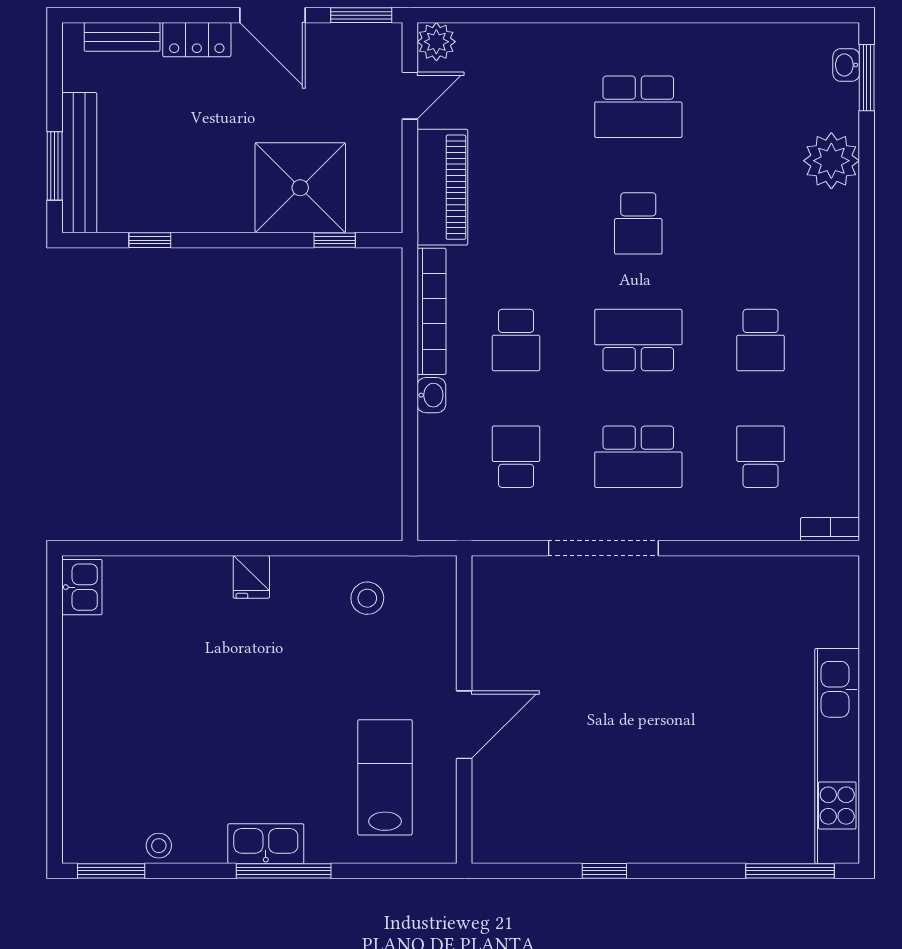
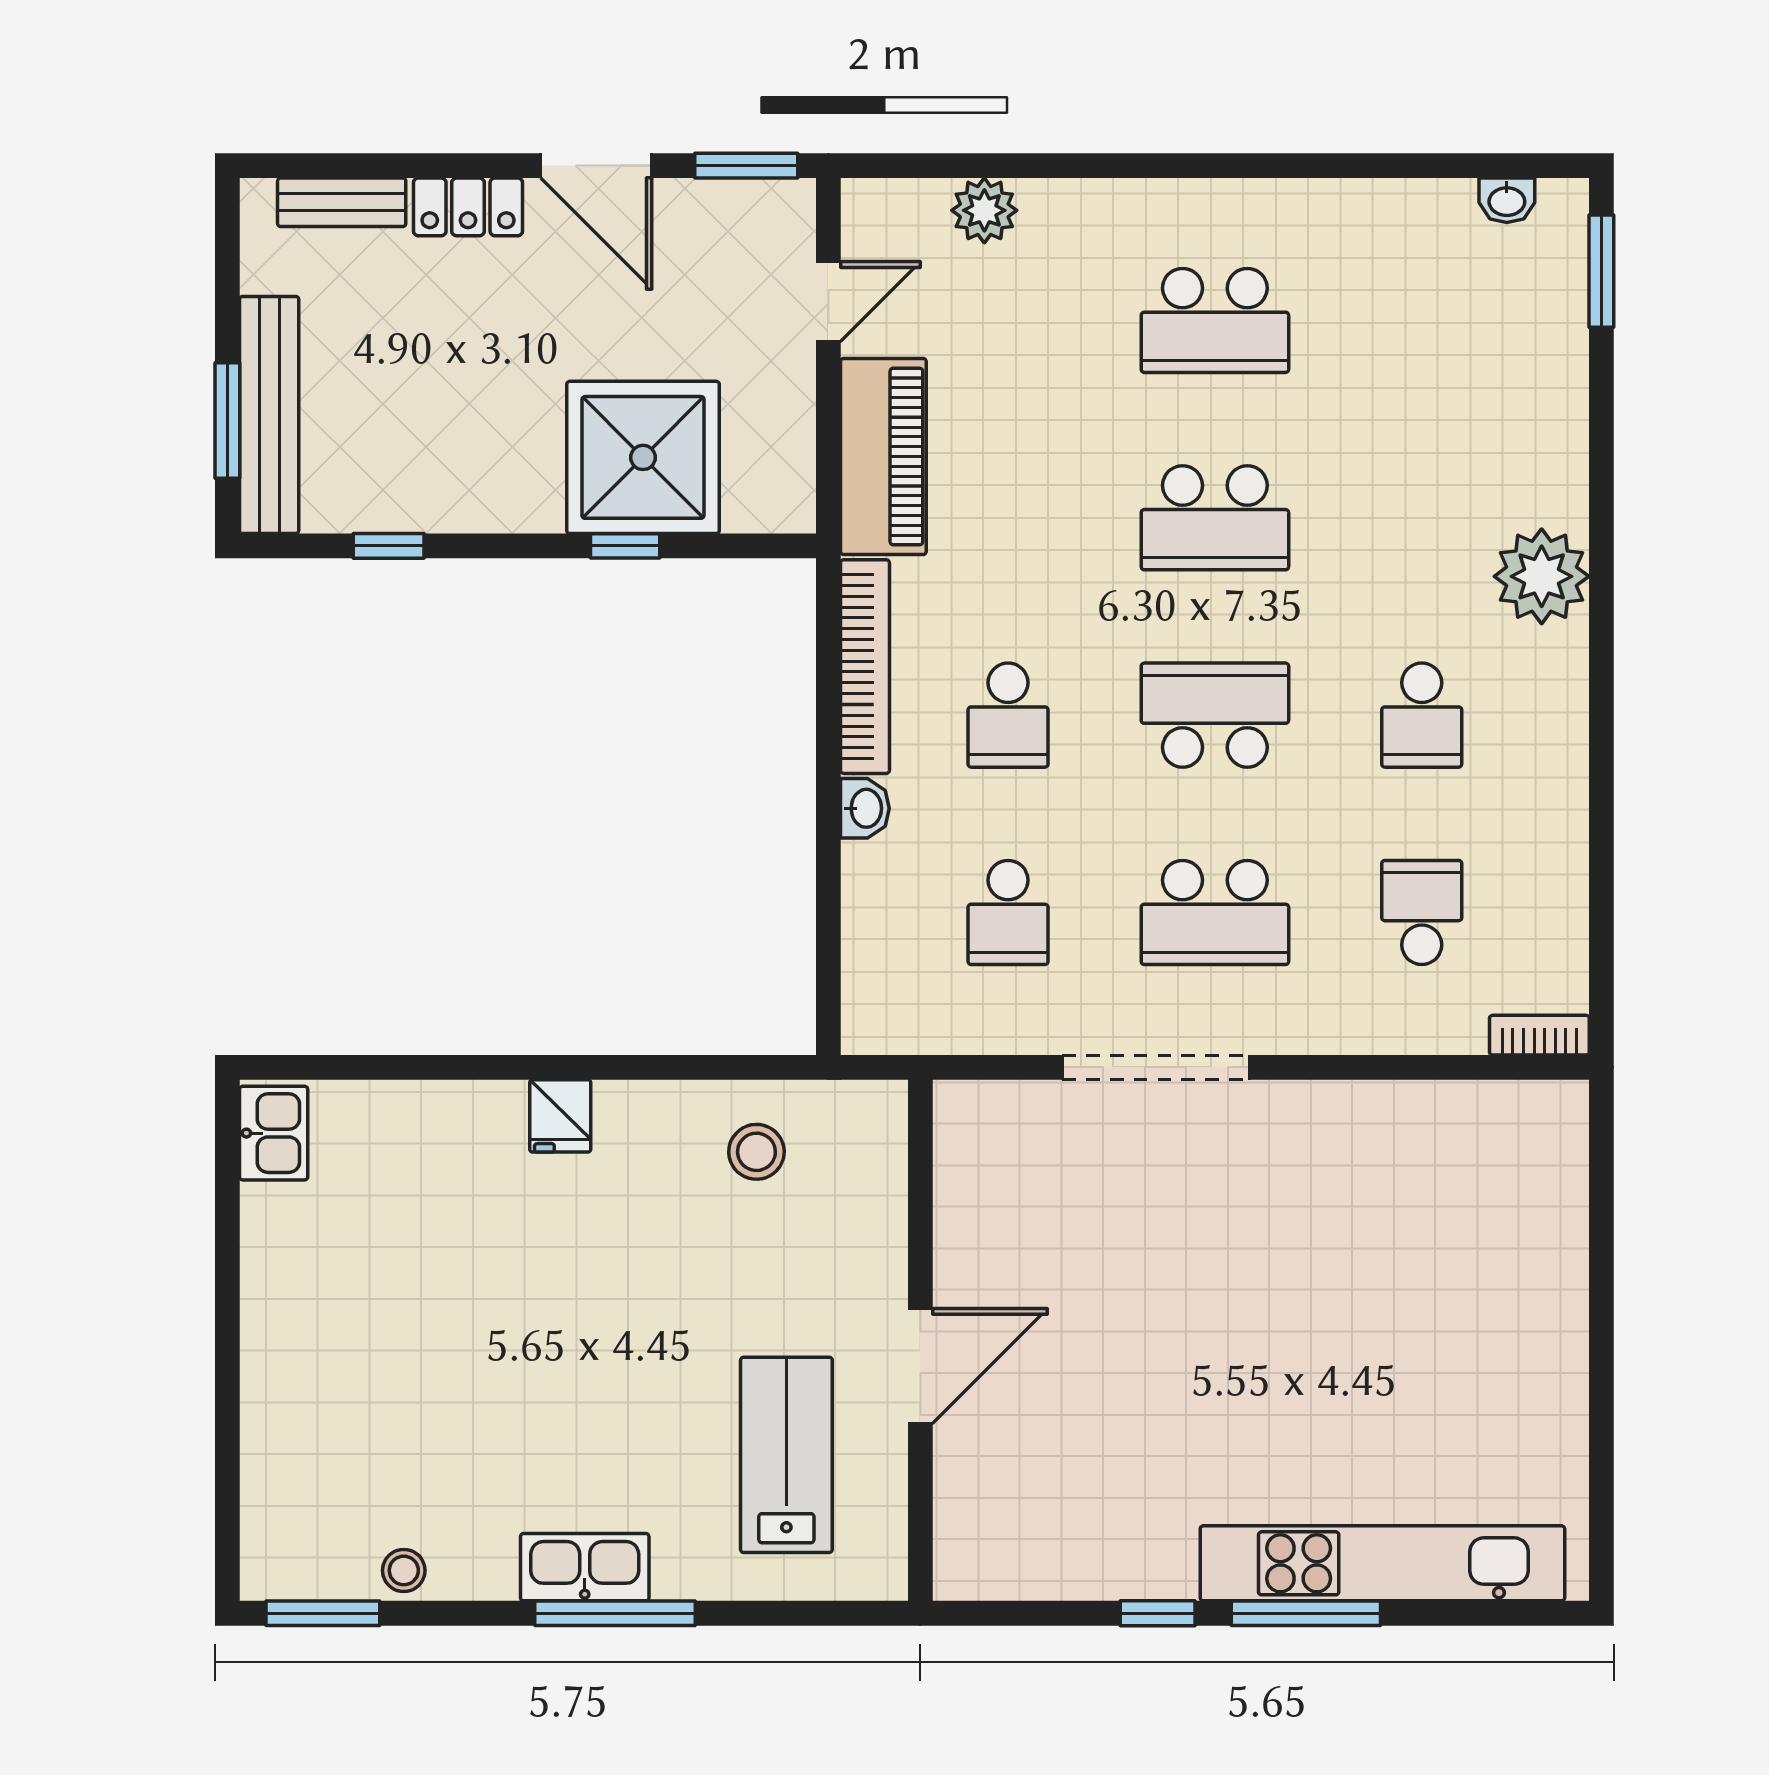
plant: (436, 42) -> (984, 210), moved
washbasin: (846, 65) -> (1507, 200), moved, turned -90
plant: (831, 161) -> (1542, 576), moved
school desk: (638, 223) -> (1215, 518), width x1.85
window: (335, 240) -> (625, 546), moved
school desk: (516, 457) -> (1008, 912), turned 180
kitchen unit: (837, 756) -> (1382, 1563), moved, turned 90
window: (790, 871) -> (1306, 1613), moved

